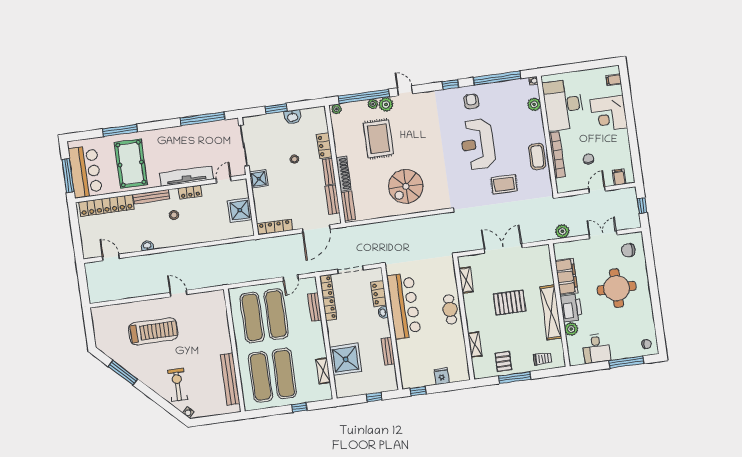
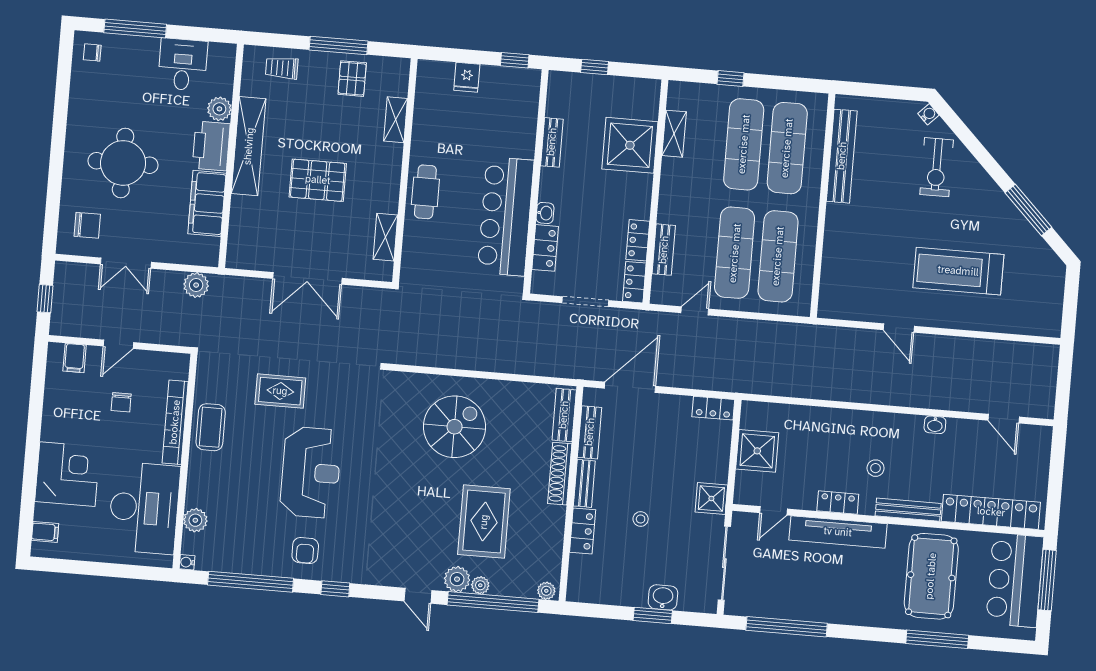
washbasin: (293, 117) -> (663, 597), moved
locker: (275, 227) -> (713, 408), width x0.66

